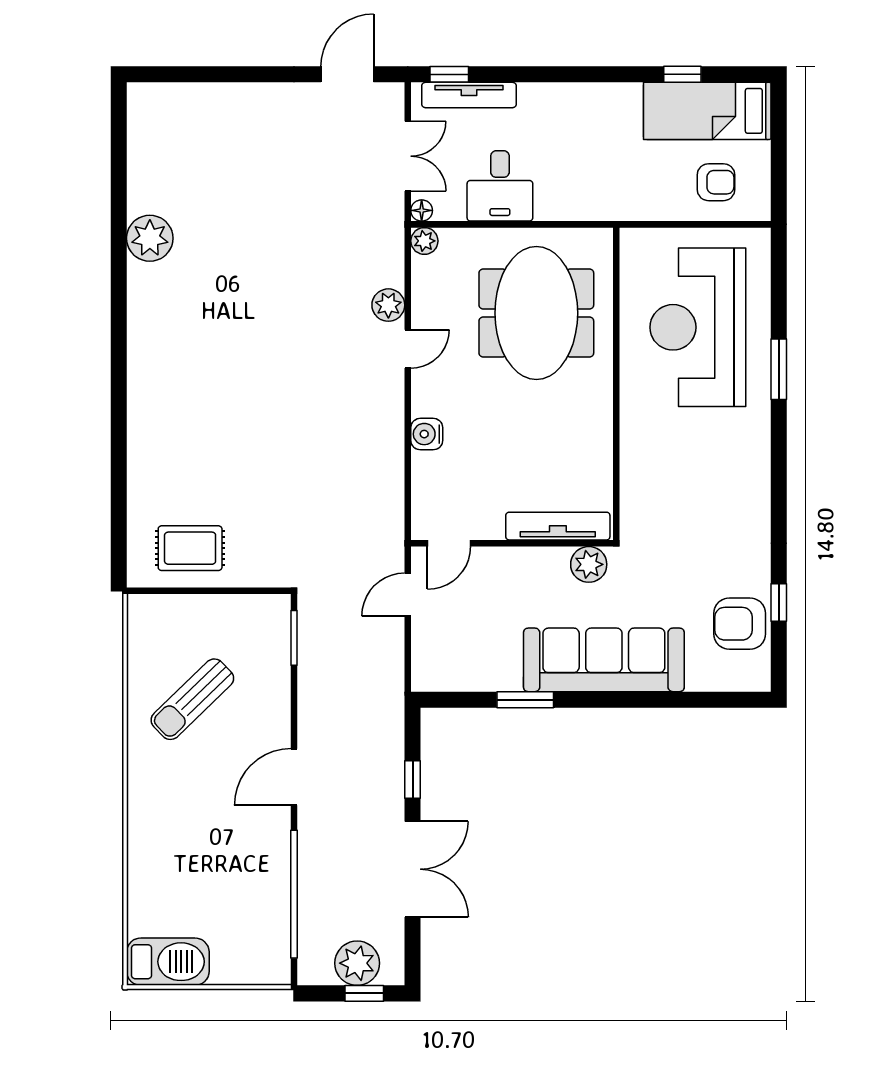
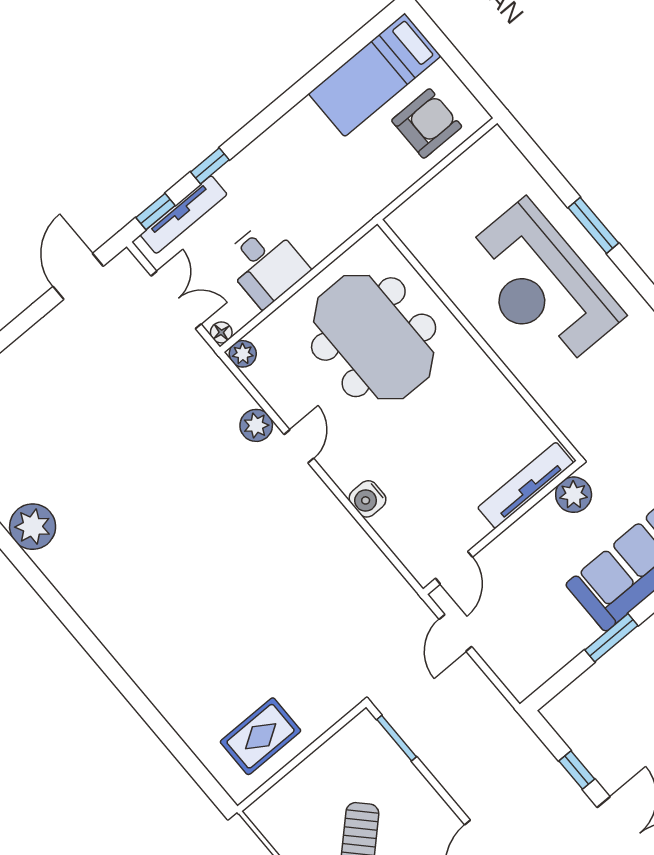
window: (682, 74) -> (210, 166), moved
armchair: (716, 182) -> (427, 123), width x1.38, depth x1.38
reception desk: (698, 327) -> (541, 285), moved

